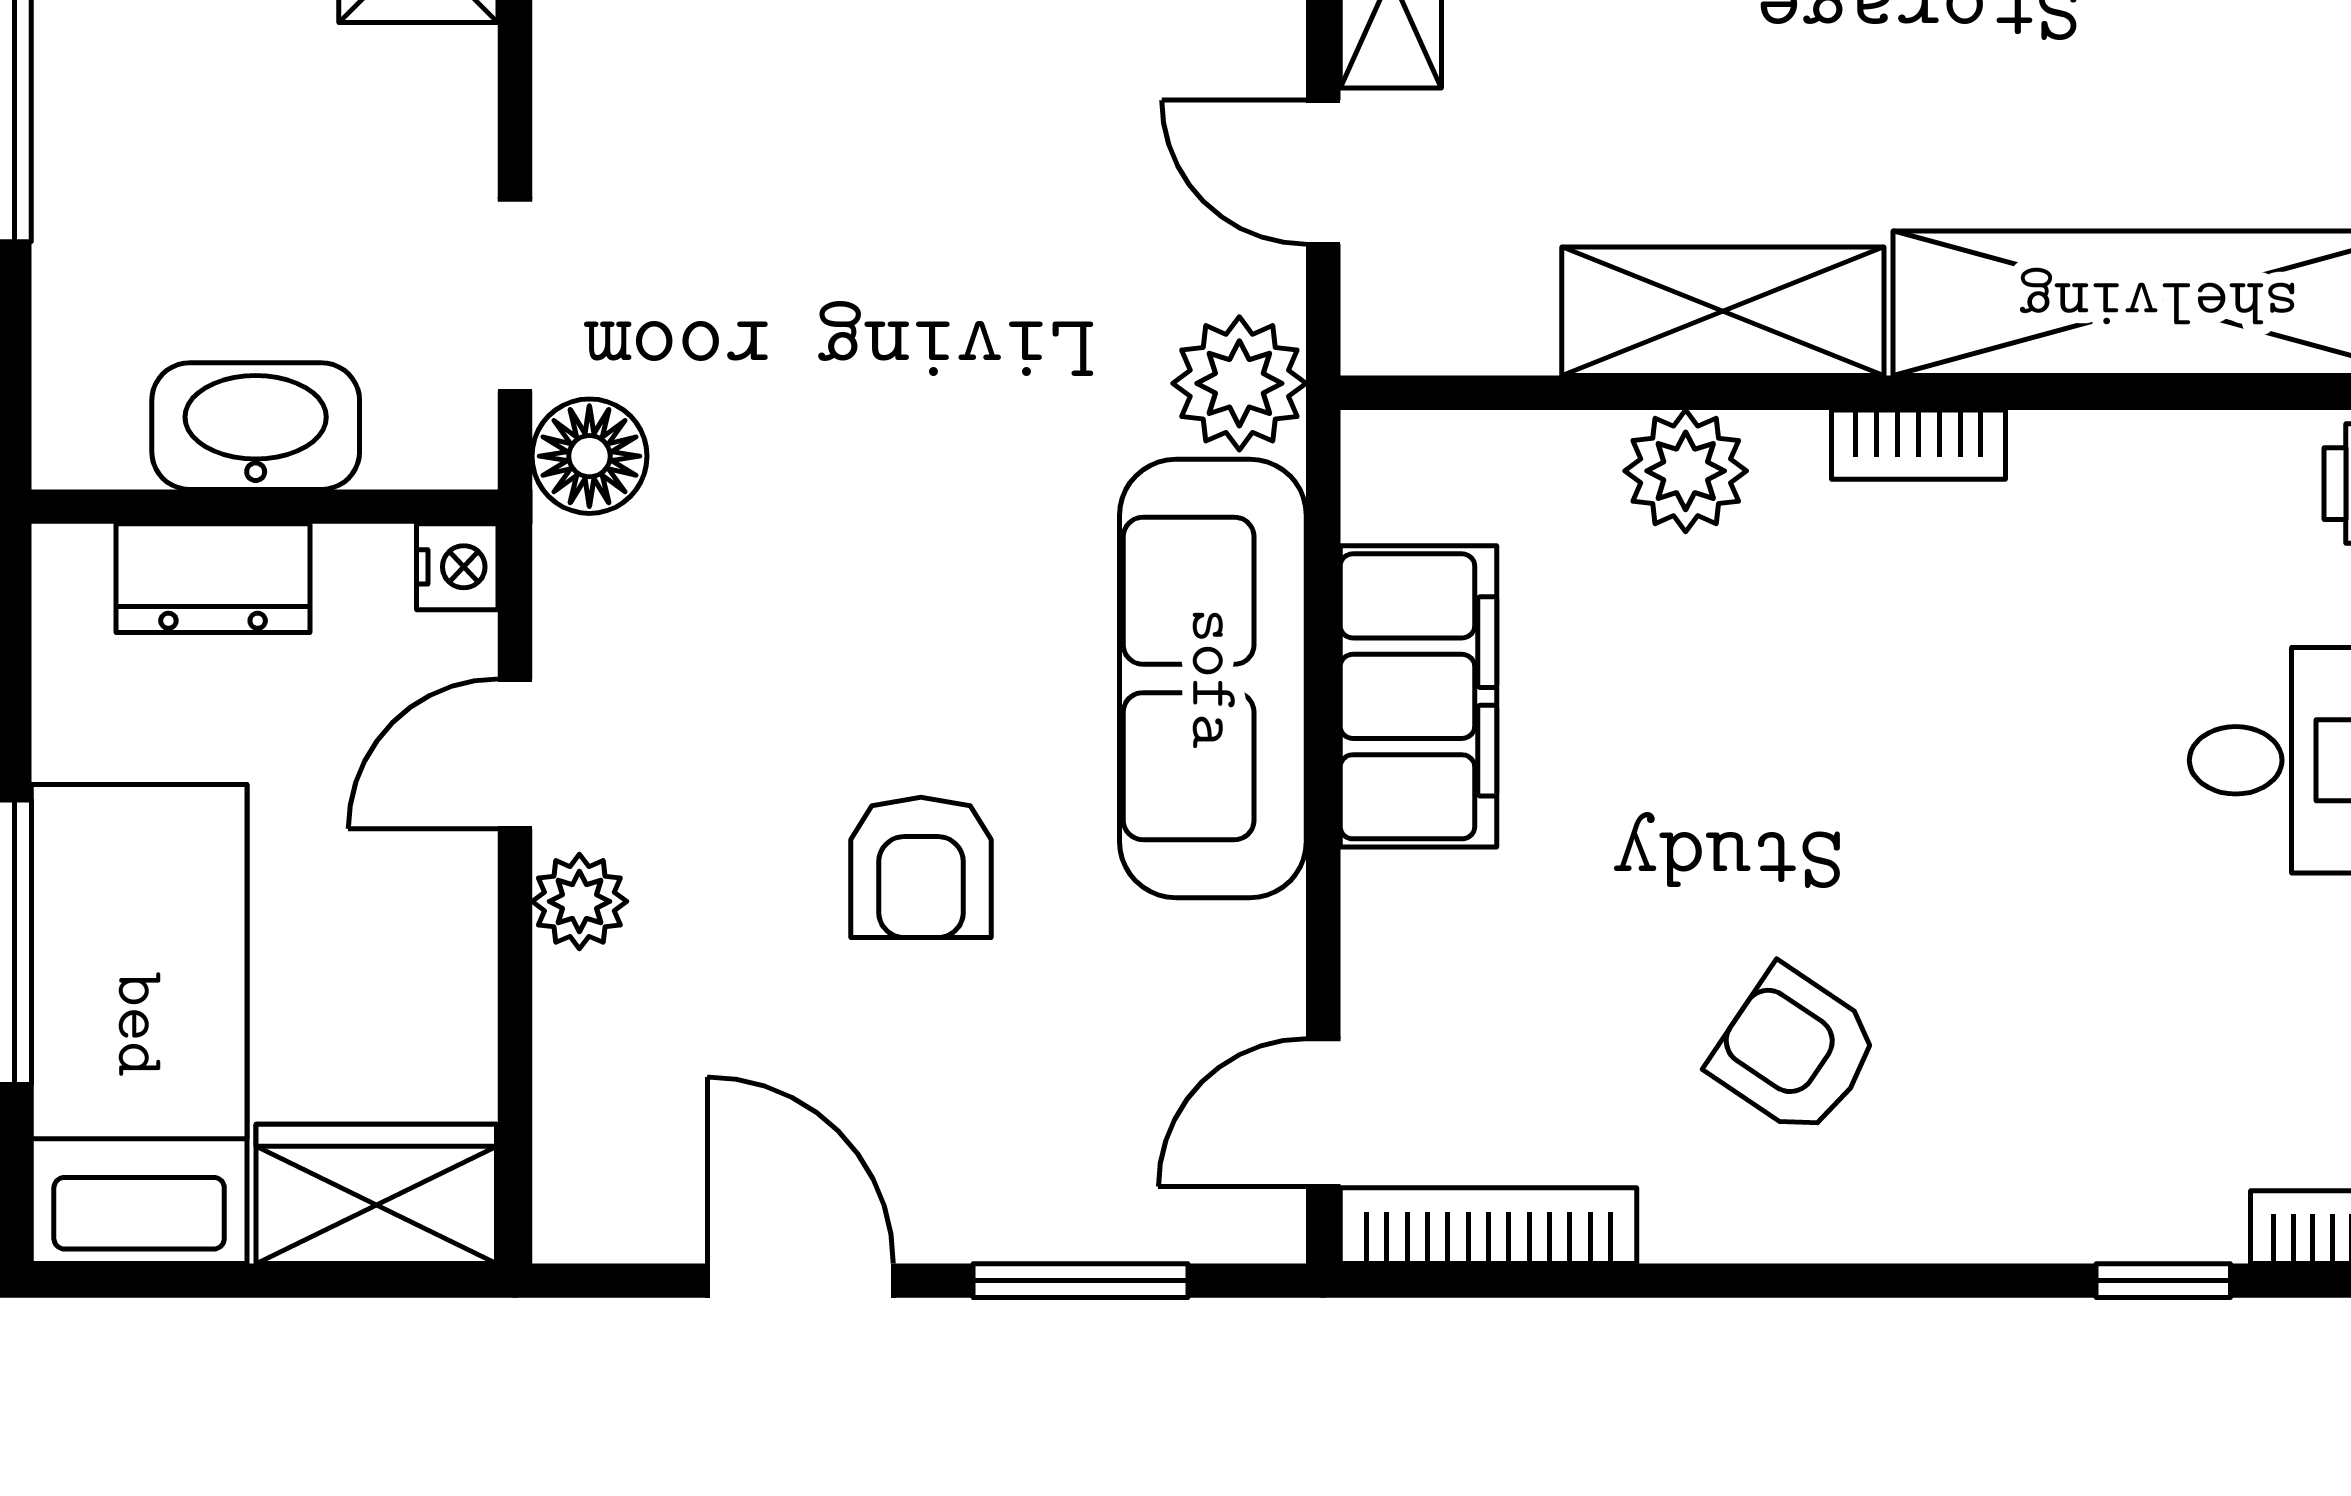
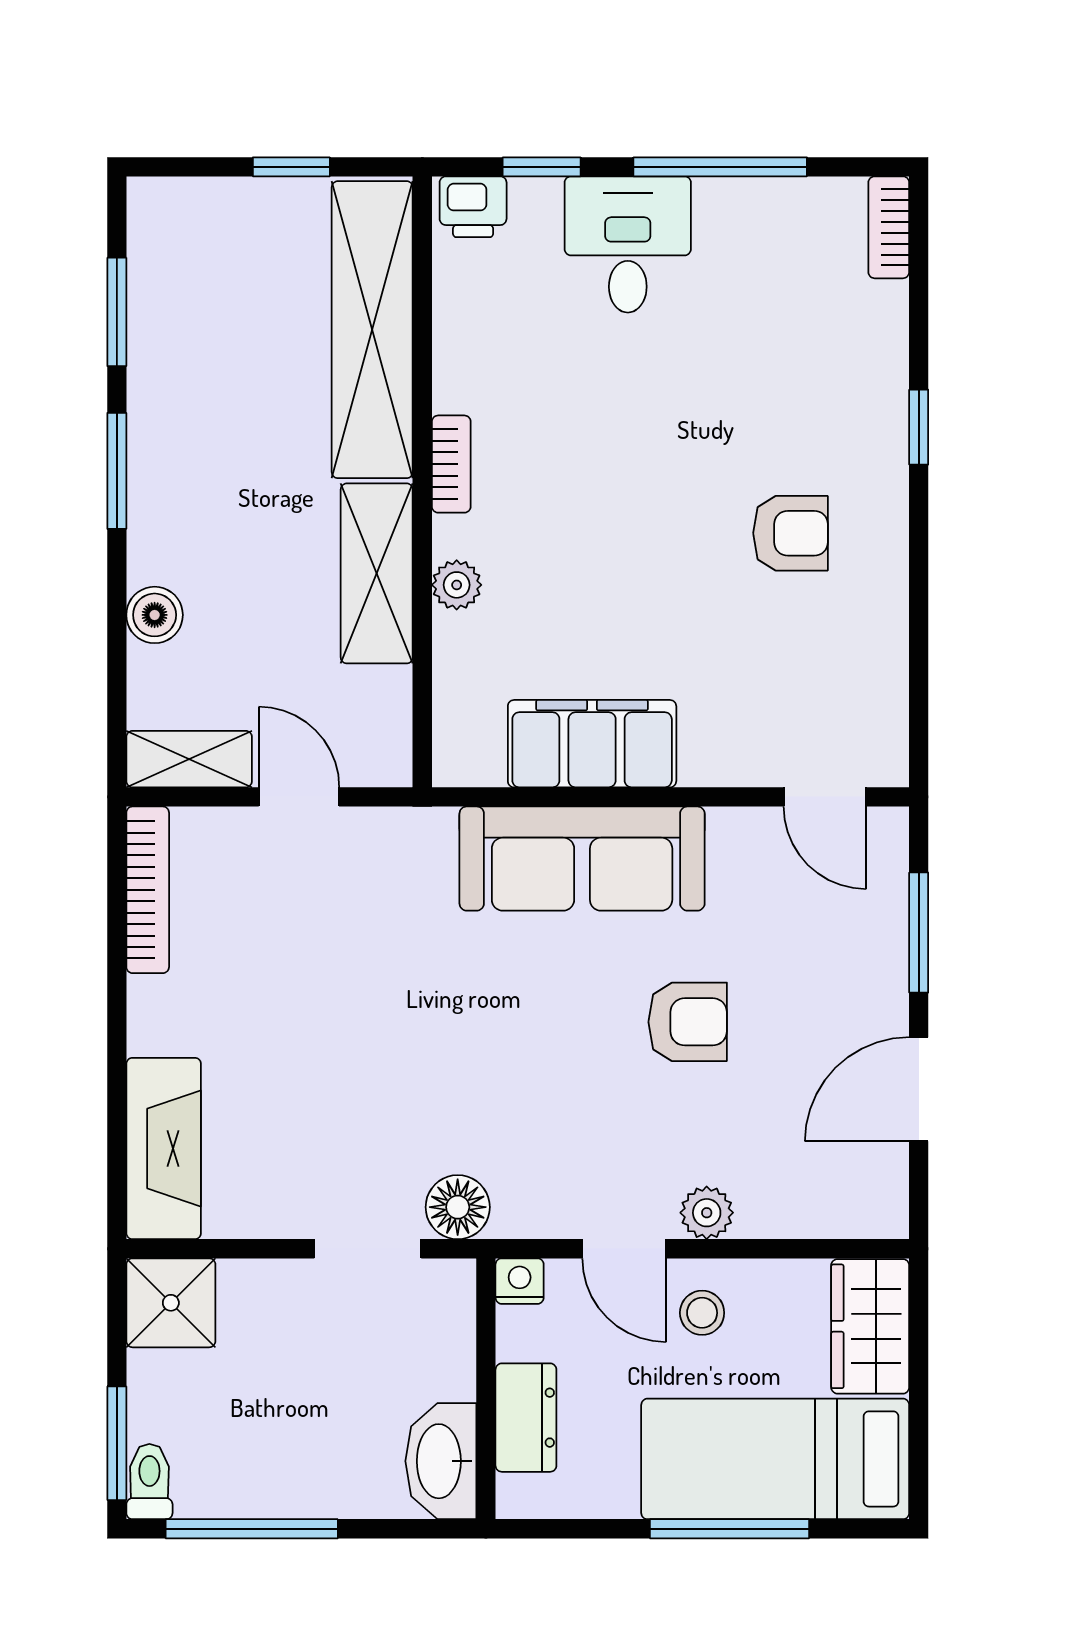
door: (1323, 172) -> (299, 797), swing flipped
plant: (1239, 383) -> (417, 844), removed
washbasin: (256, 426) -> (441, 1461), moved
plant: (1686, 471) -> (457, 585), width x0.73, depth x0.73
stool: (401, 893) -> (702, 1313), added
armchair: (1795, 1051) -> (791, 533), turned -124
bookcase: (1488, 1226) -> (888, 704), removed
window: (2163, 1281) -> (919, 427), moved

